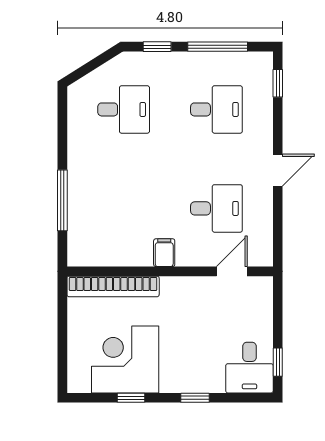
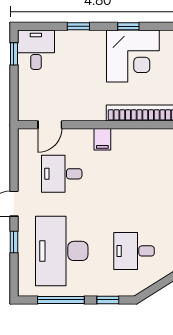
window: (278, 83) -> (14, 242), moved
desk: (216, 109) -> (62, 251), width x1.87, depth x1.30

